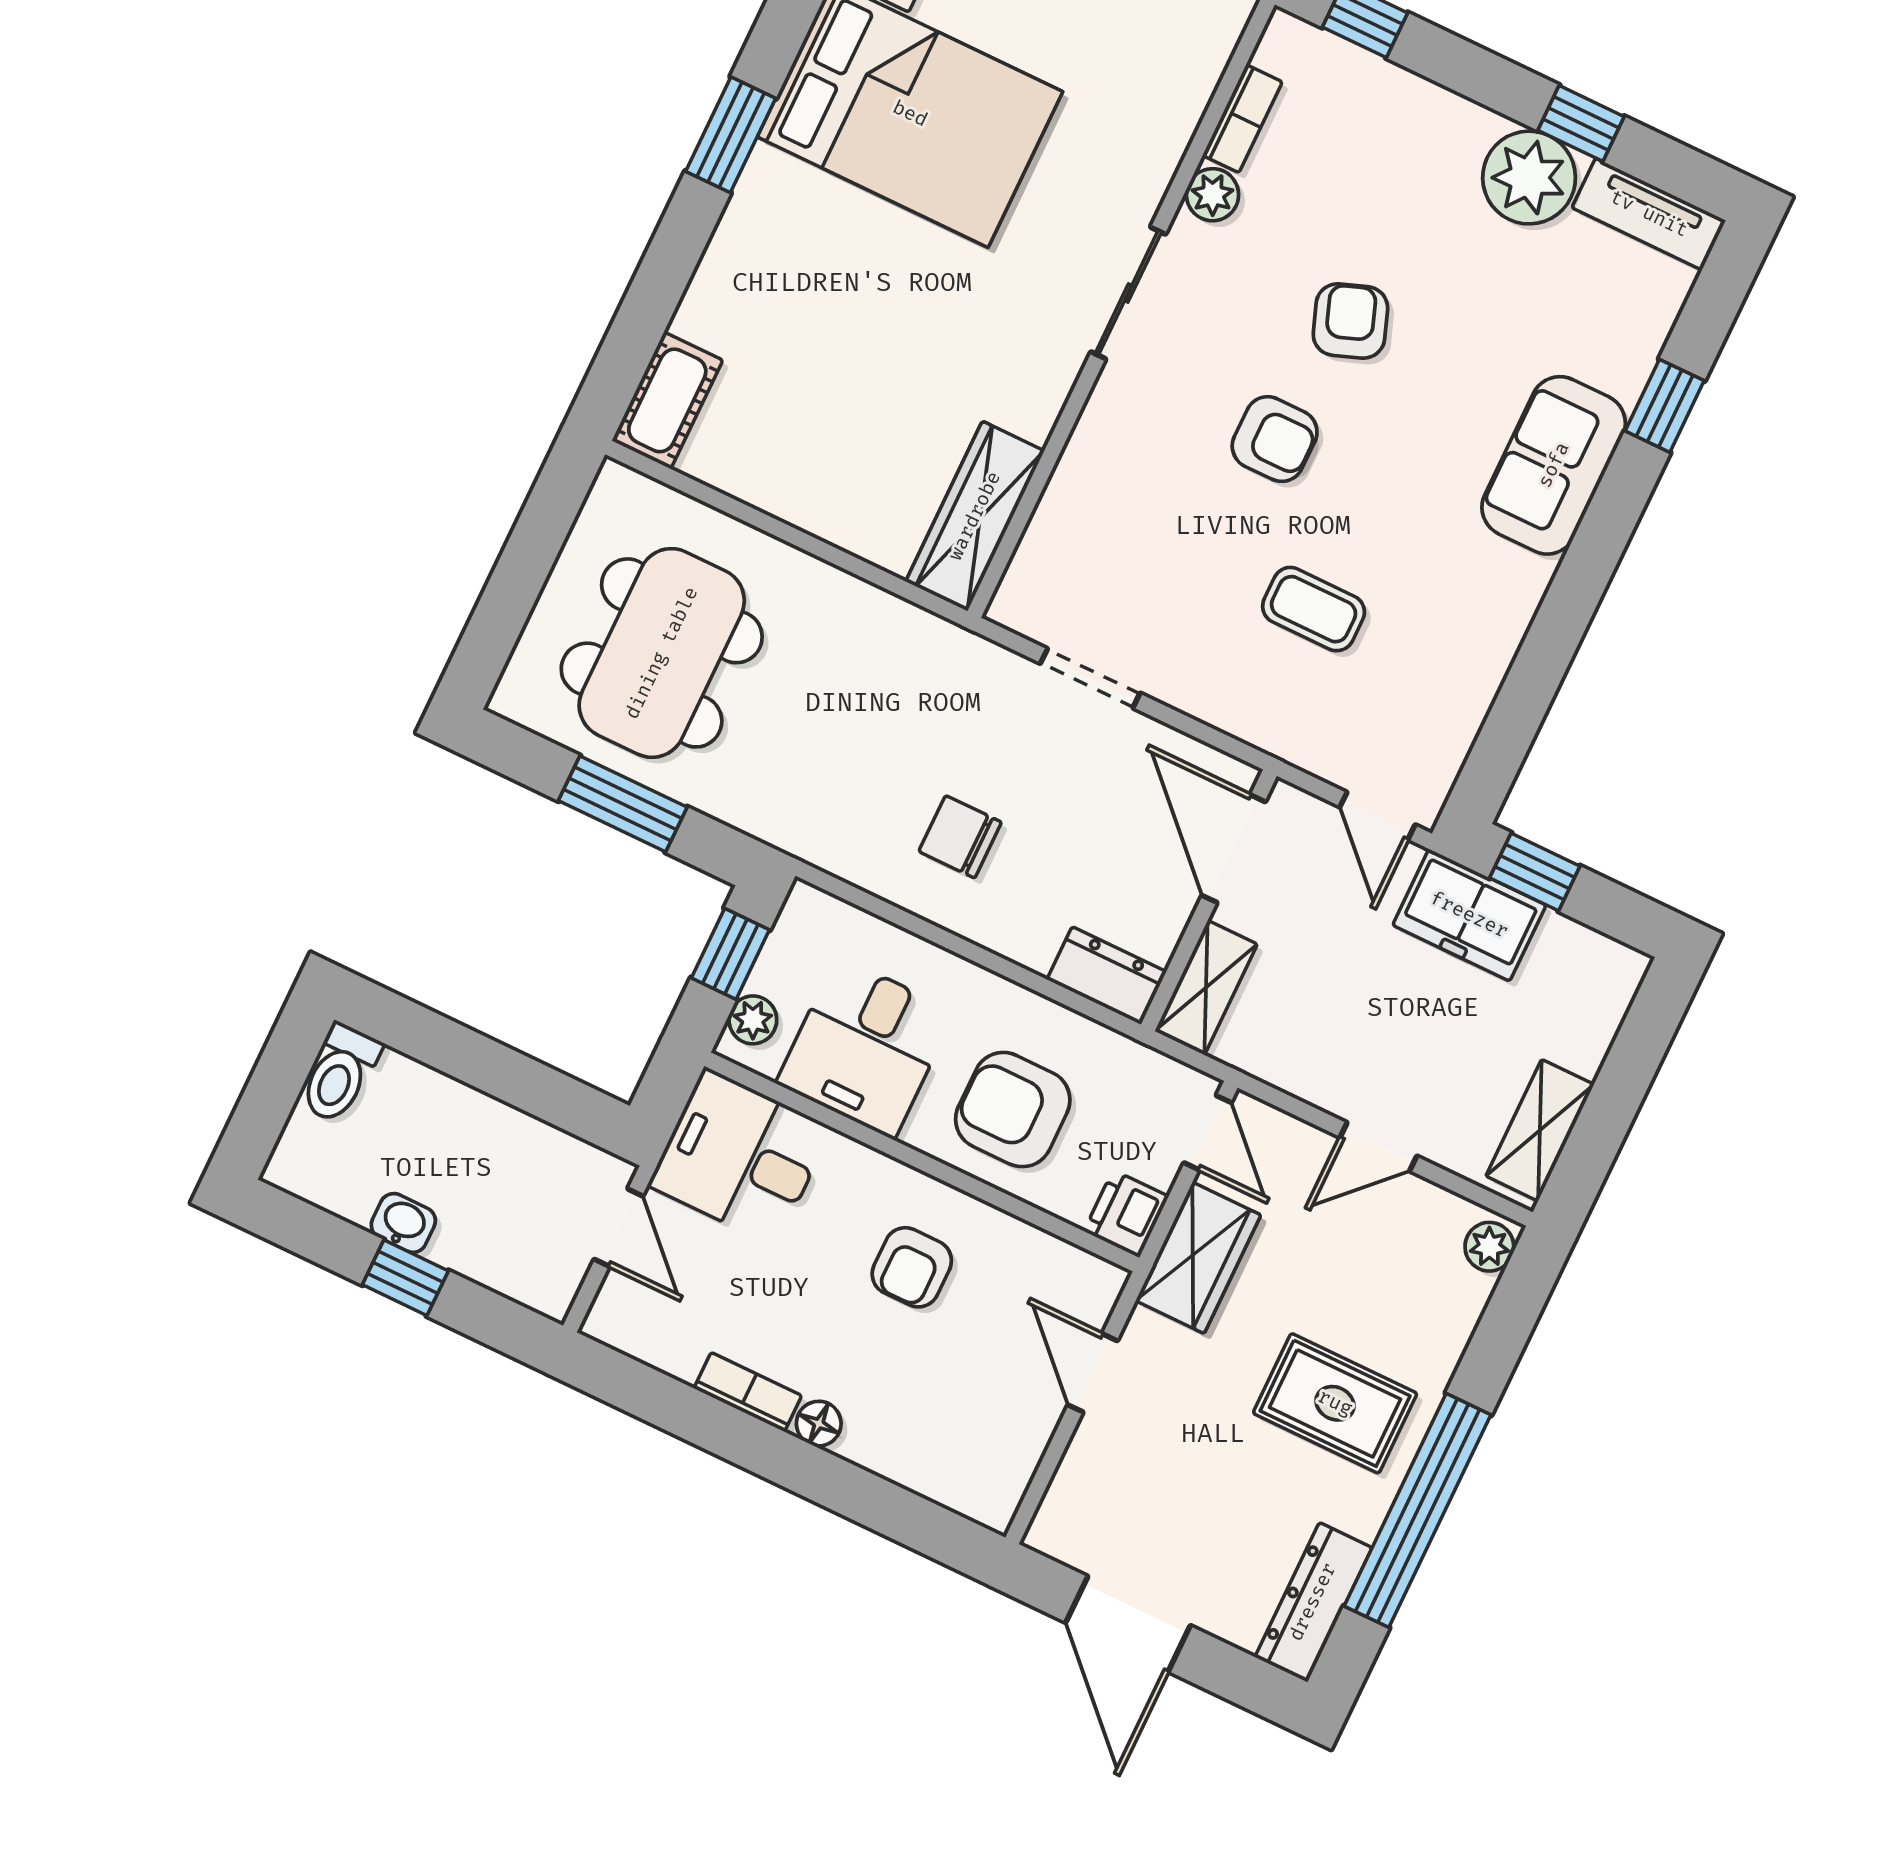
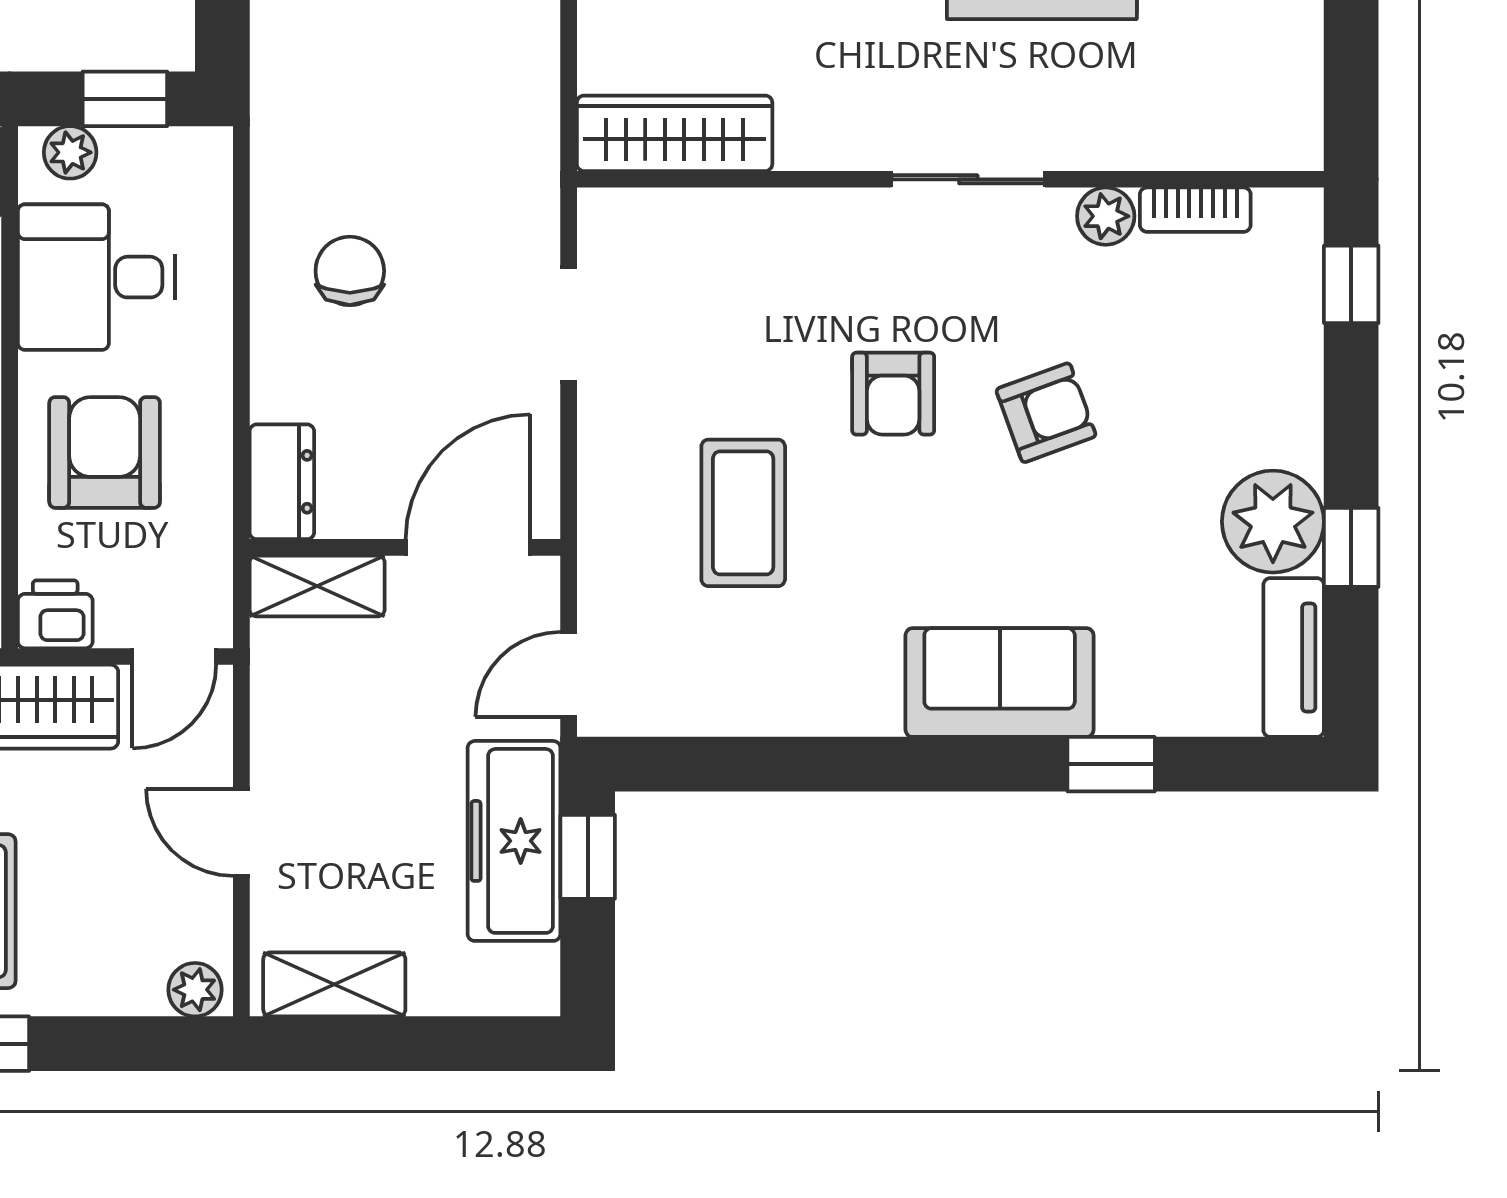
coffee table: (1314, 609) -> (743, 513), width x1.36, depth x1.30
freezer: (1469, 915) -> (514, 841), width x1.40

